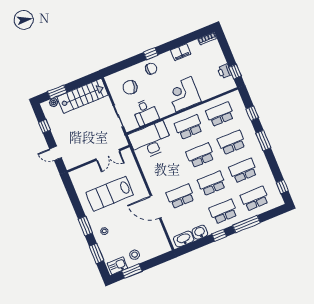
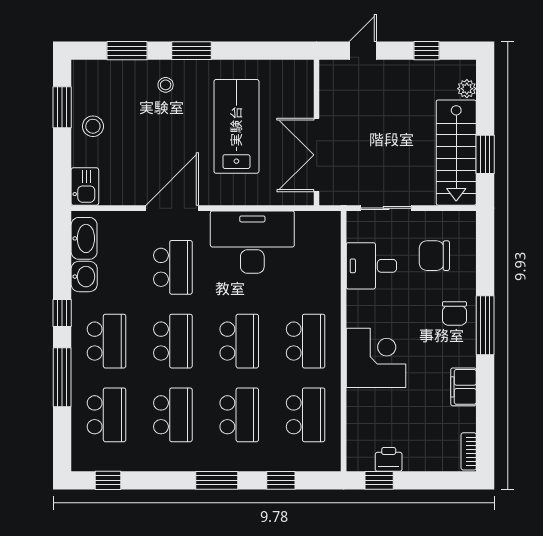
window: (151, 54) -> (485, 325), width x2.17
chair: (130, 87) -> (434, 256), turned -105
window: (57, 92) -> (485, 154), moved
desk: (150, 141) -> (252, 242), moved, turned -90
double door: (108, 155) -> (317, 155), width x1.37
kitchen sink: (117, 266) -> (85, 187), moved

